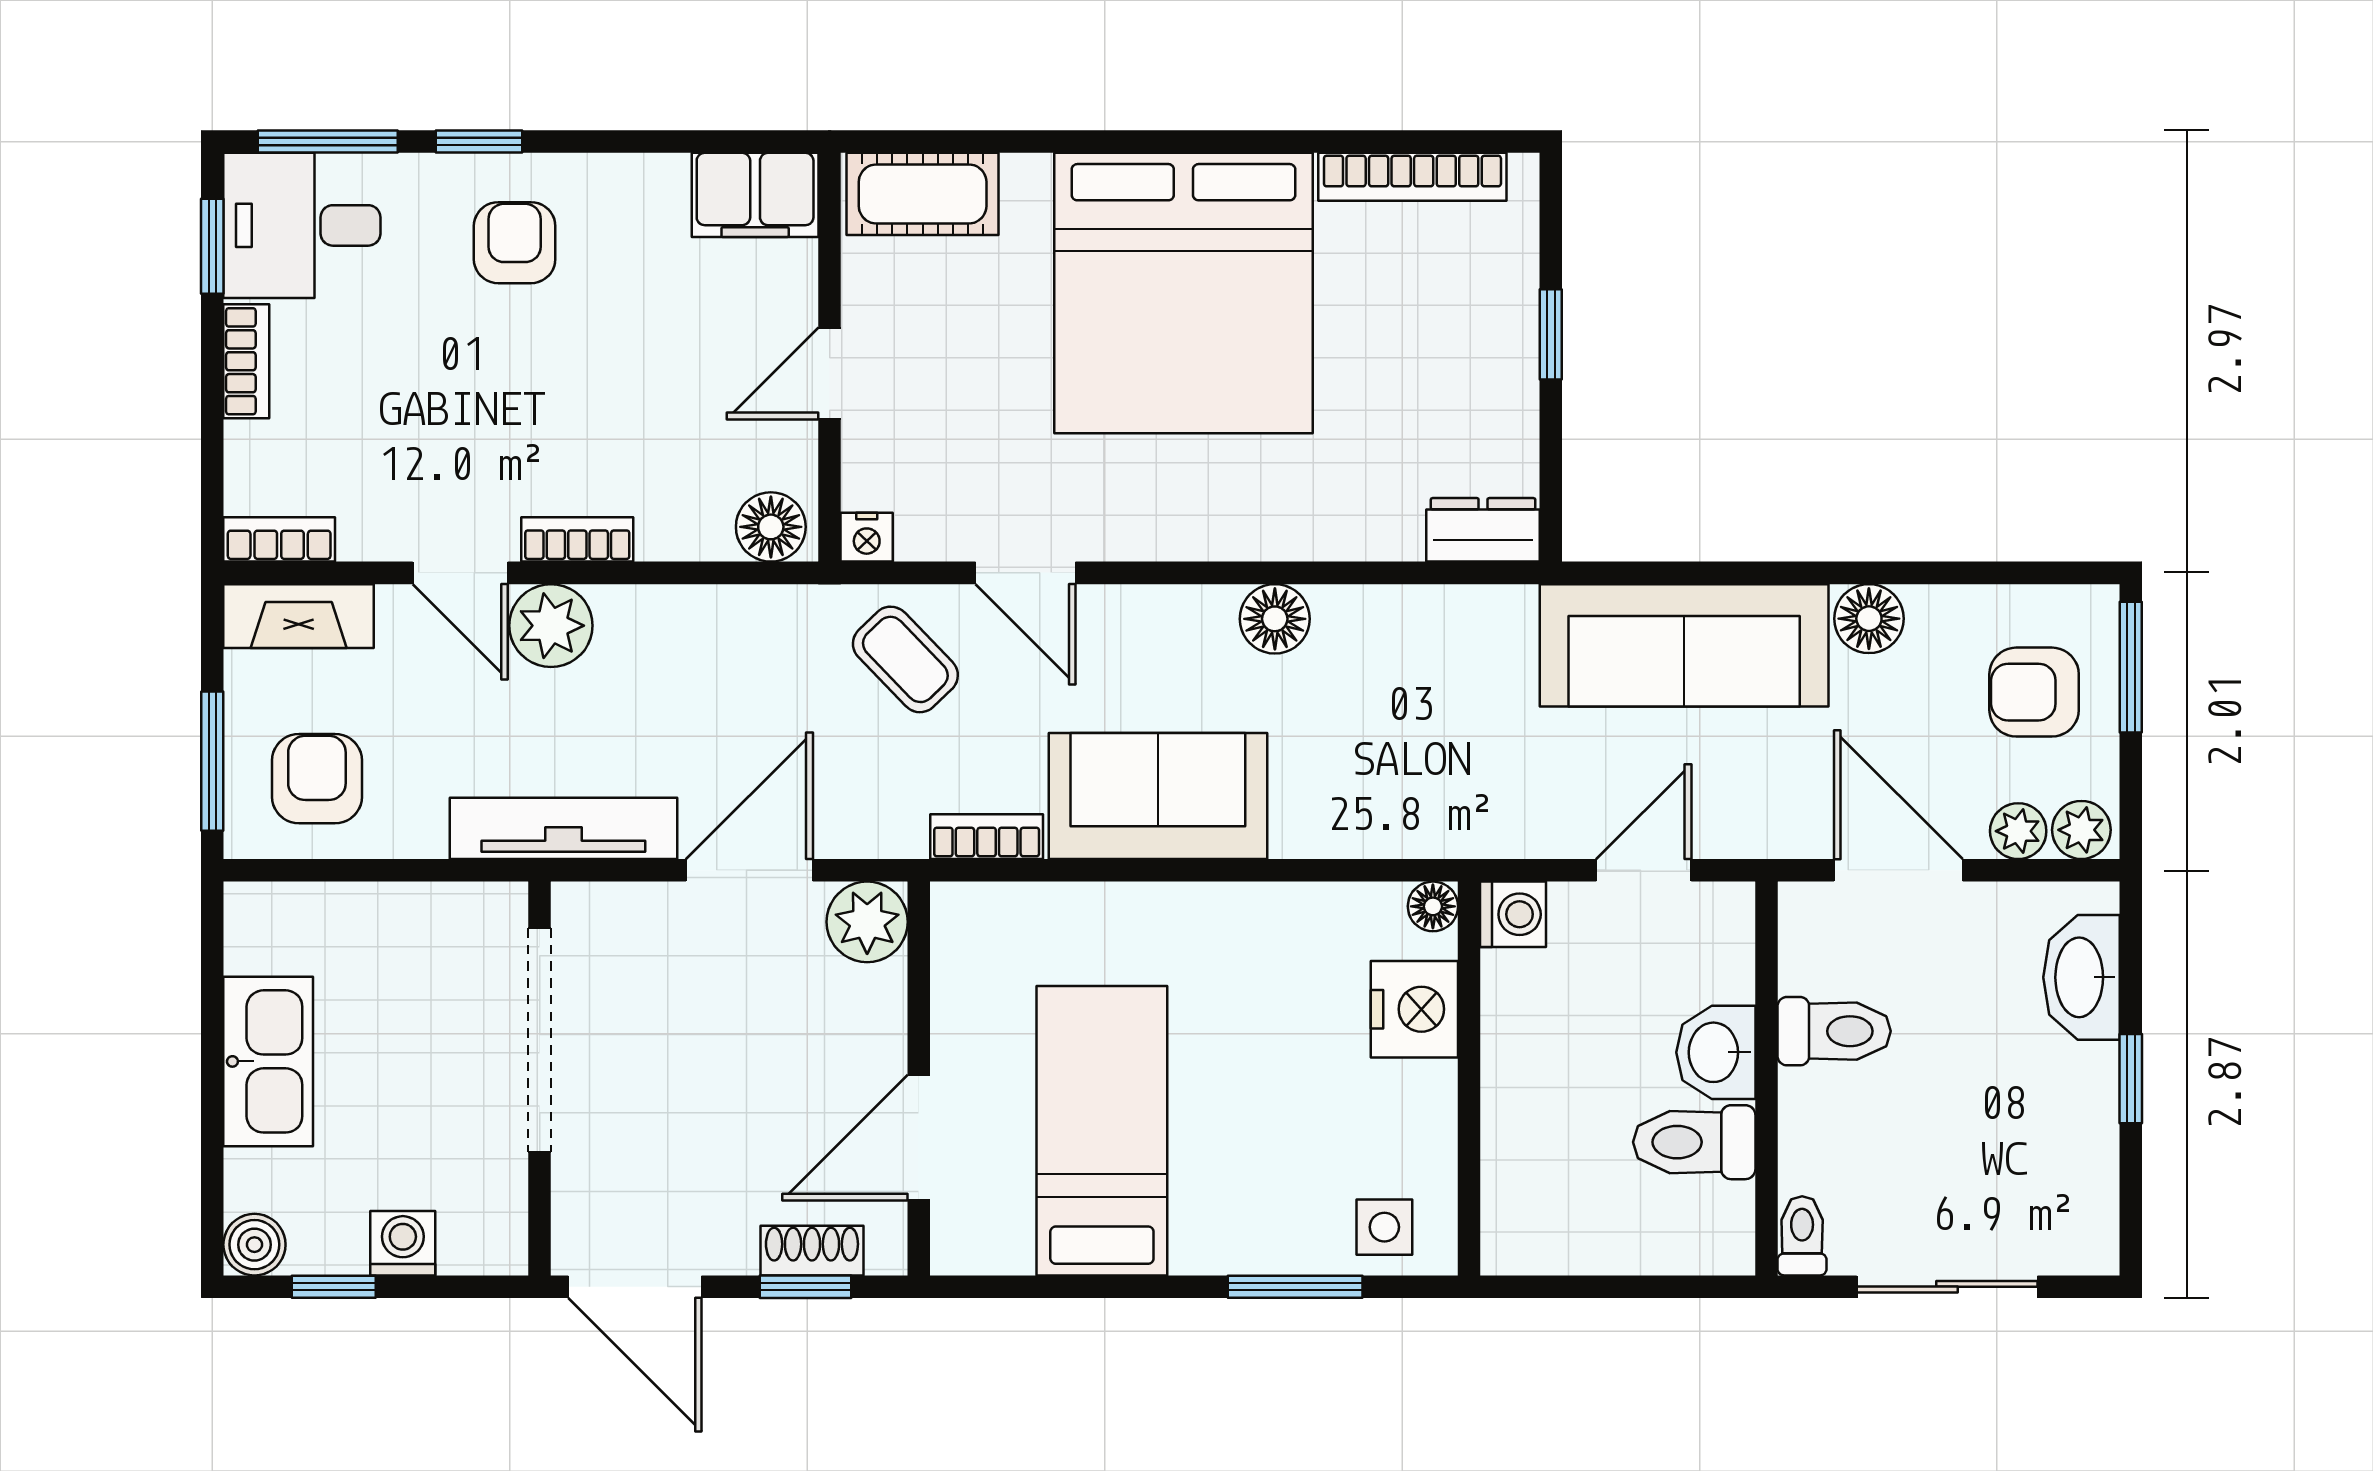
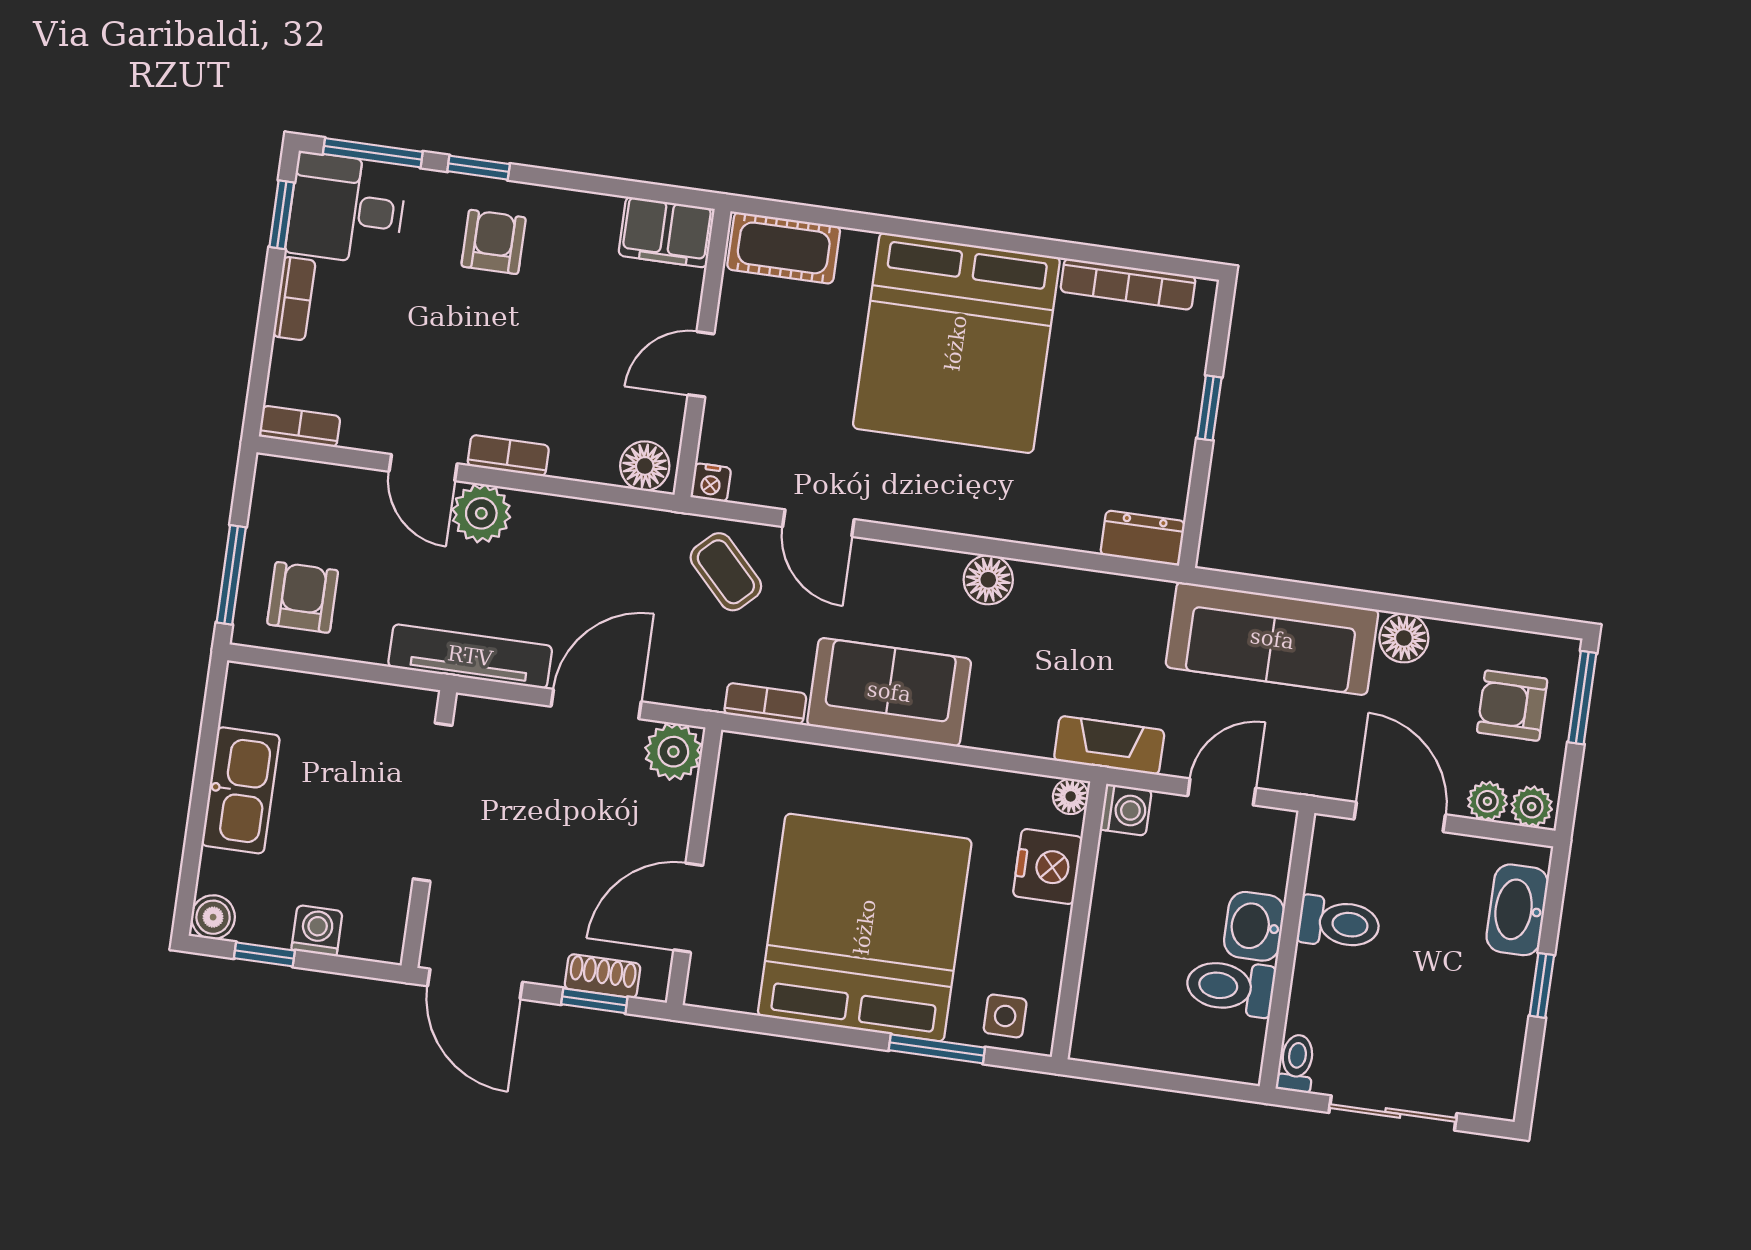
fireplace: (299, 616) -> (1109, 745), moved, turned 180
bed: (1102, 1131) -> (865, 927), width x2.04

